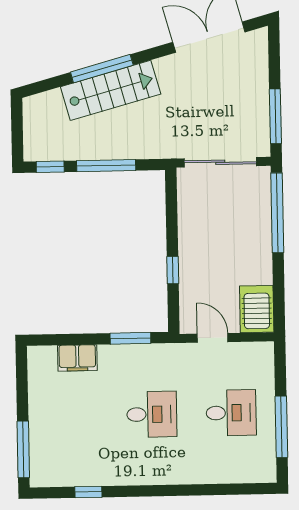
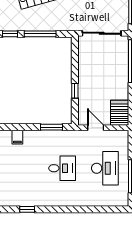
filing cabinet: (77, 358) -> (17, 137), width x0.50
desk: (231, 413) -> (105, 168), width x1.37

